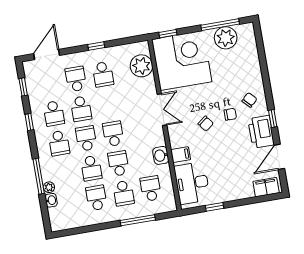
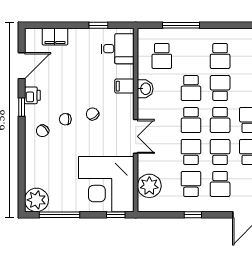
plant: (226, 38) -> (36, 200), moved
double door: (162, 110) -> (136, 136), swing flipped
printer: (261, 132) -> (32, 95), width x0.53, depth x0.68
desk: (192, 183) -> (118, 49), width x0.73
filing cabinet: (266, 187) -> (55, 37), moved
school desk: (124, 193) -> (191, 152), moved

